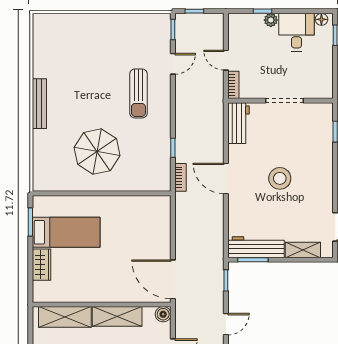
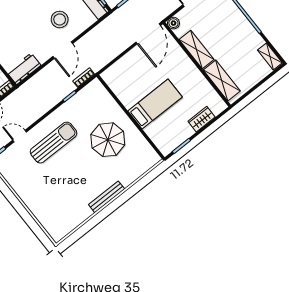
sun lounger: (138, 93) -> (54, 143), width x1.36, depth x1.34
stool: (280, 178) -> (60, 19), moved
bed: (66, 232) -> (155, 104), moved, turned 90

